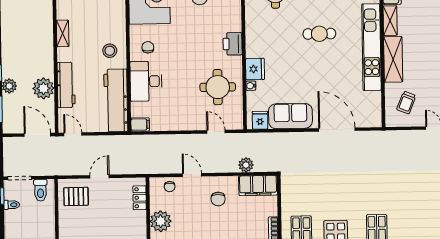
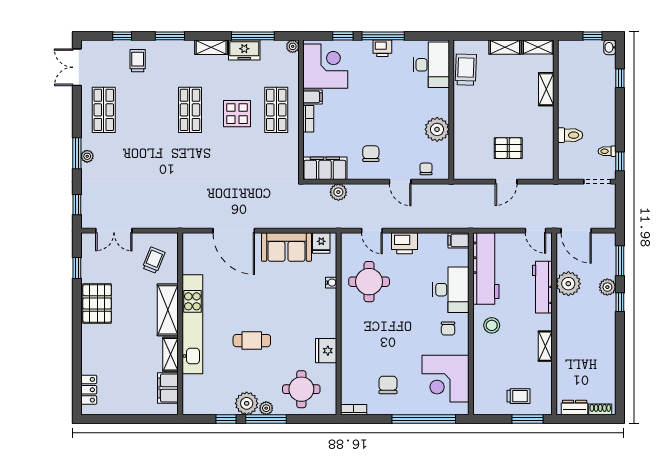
printer: (233, 44) -> (404, 243), moved, turned 90
fridge: (255, 69) -> (326, 351), moved
toilet: (40, 190) -> (570, 135), moved, turned 90
pallet: (76, 196) -> (508, 148), moved
locker: (140, 198) -> (461, 157), removed

